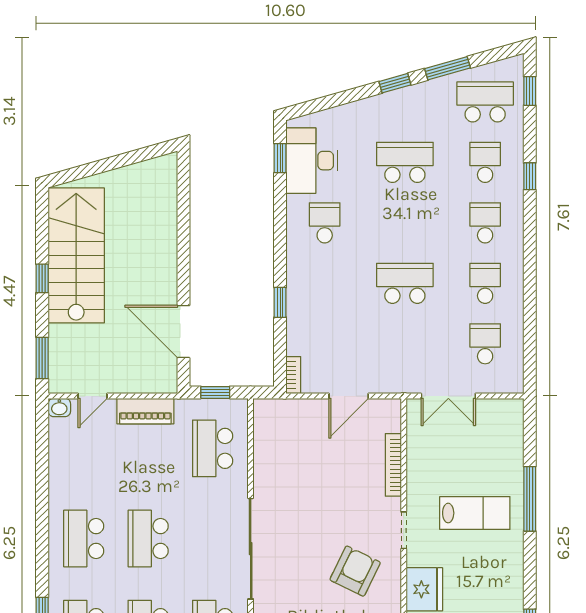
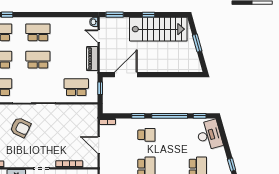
desk: (312, 161) -> (209, 135), moved, turned 74
window: (109, 164) -> (197, 43), added
school desk: (325, 223) -> (146, 135), moved
window: (280, 229) -> (170, 116), added
armchair: (355, 571) -> (20, 128), moved

